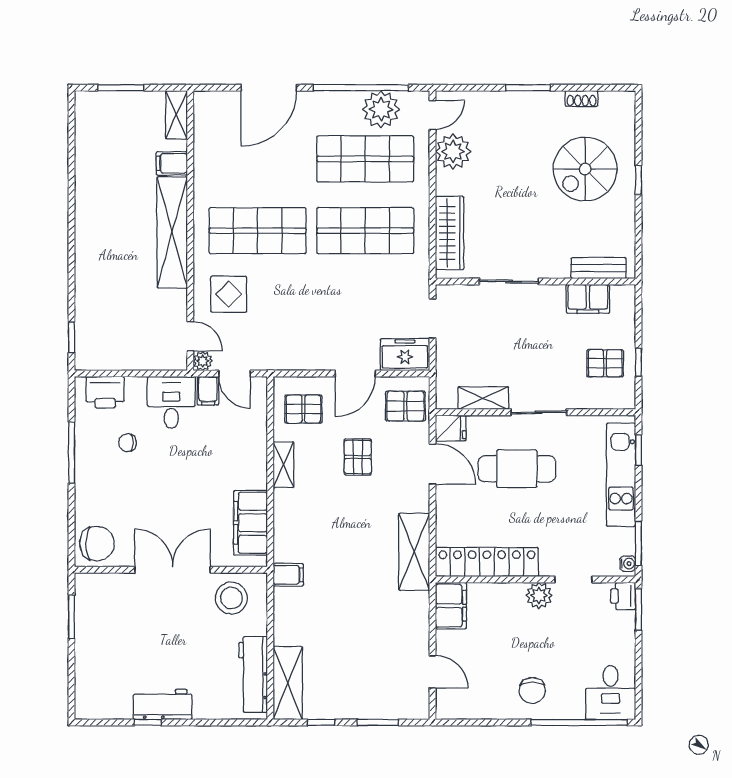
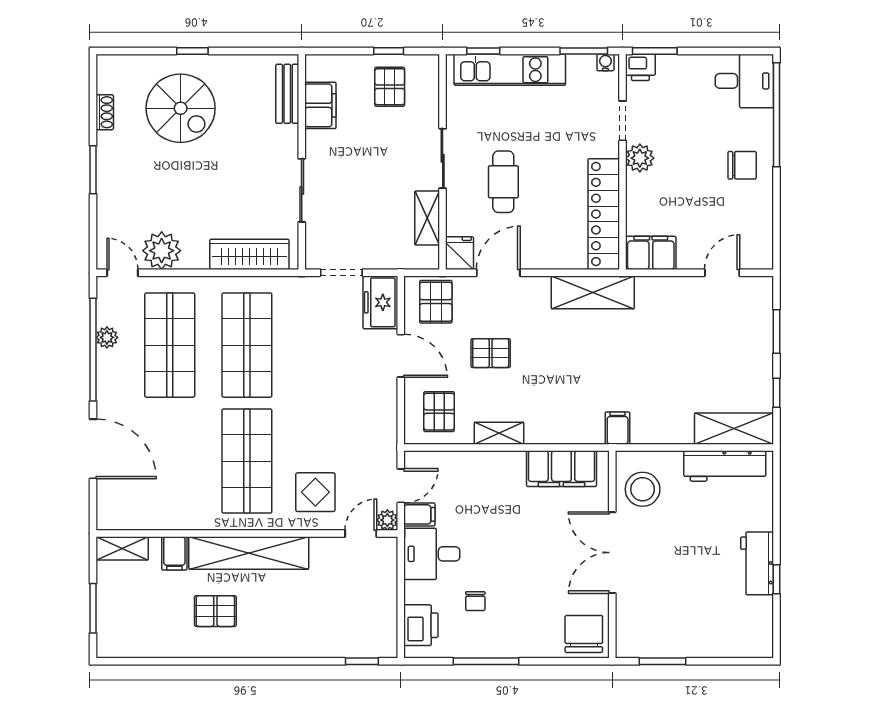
plant: (381, 109) -> (107, 337), width x0.53, depth x0.53
pallet: (118, 201) -> (215, 611), added
cafe table: (517, 469) -> (503, 182), width x0.73, depth x0.74

